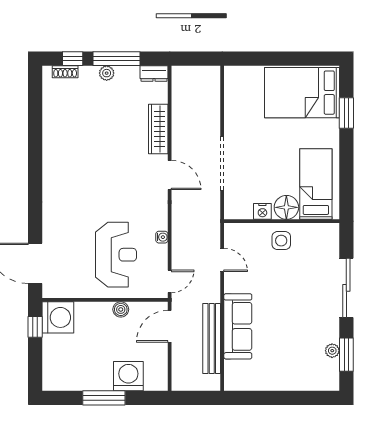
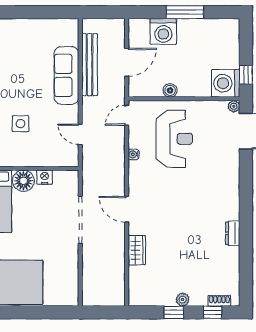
window: (117, 59) -> (174, 312), width x0.46
dresser: (154, 73) -> (233, 233), moved, turned -90
wardrobe: (158, 129) -> (137, 250), width x0.67
side table: (281, 241) -> (21, 124), moved
reception desk: (116, 255) -> (174, 139), turned 180
plant: (49, 291) -> (234, 106), added
door: (170, 326) -> (127, 62), moved

